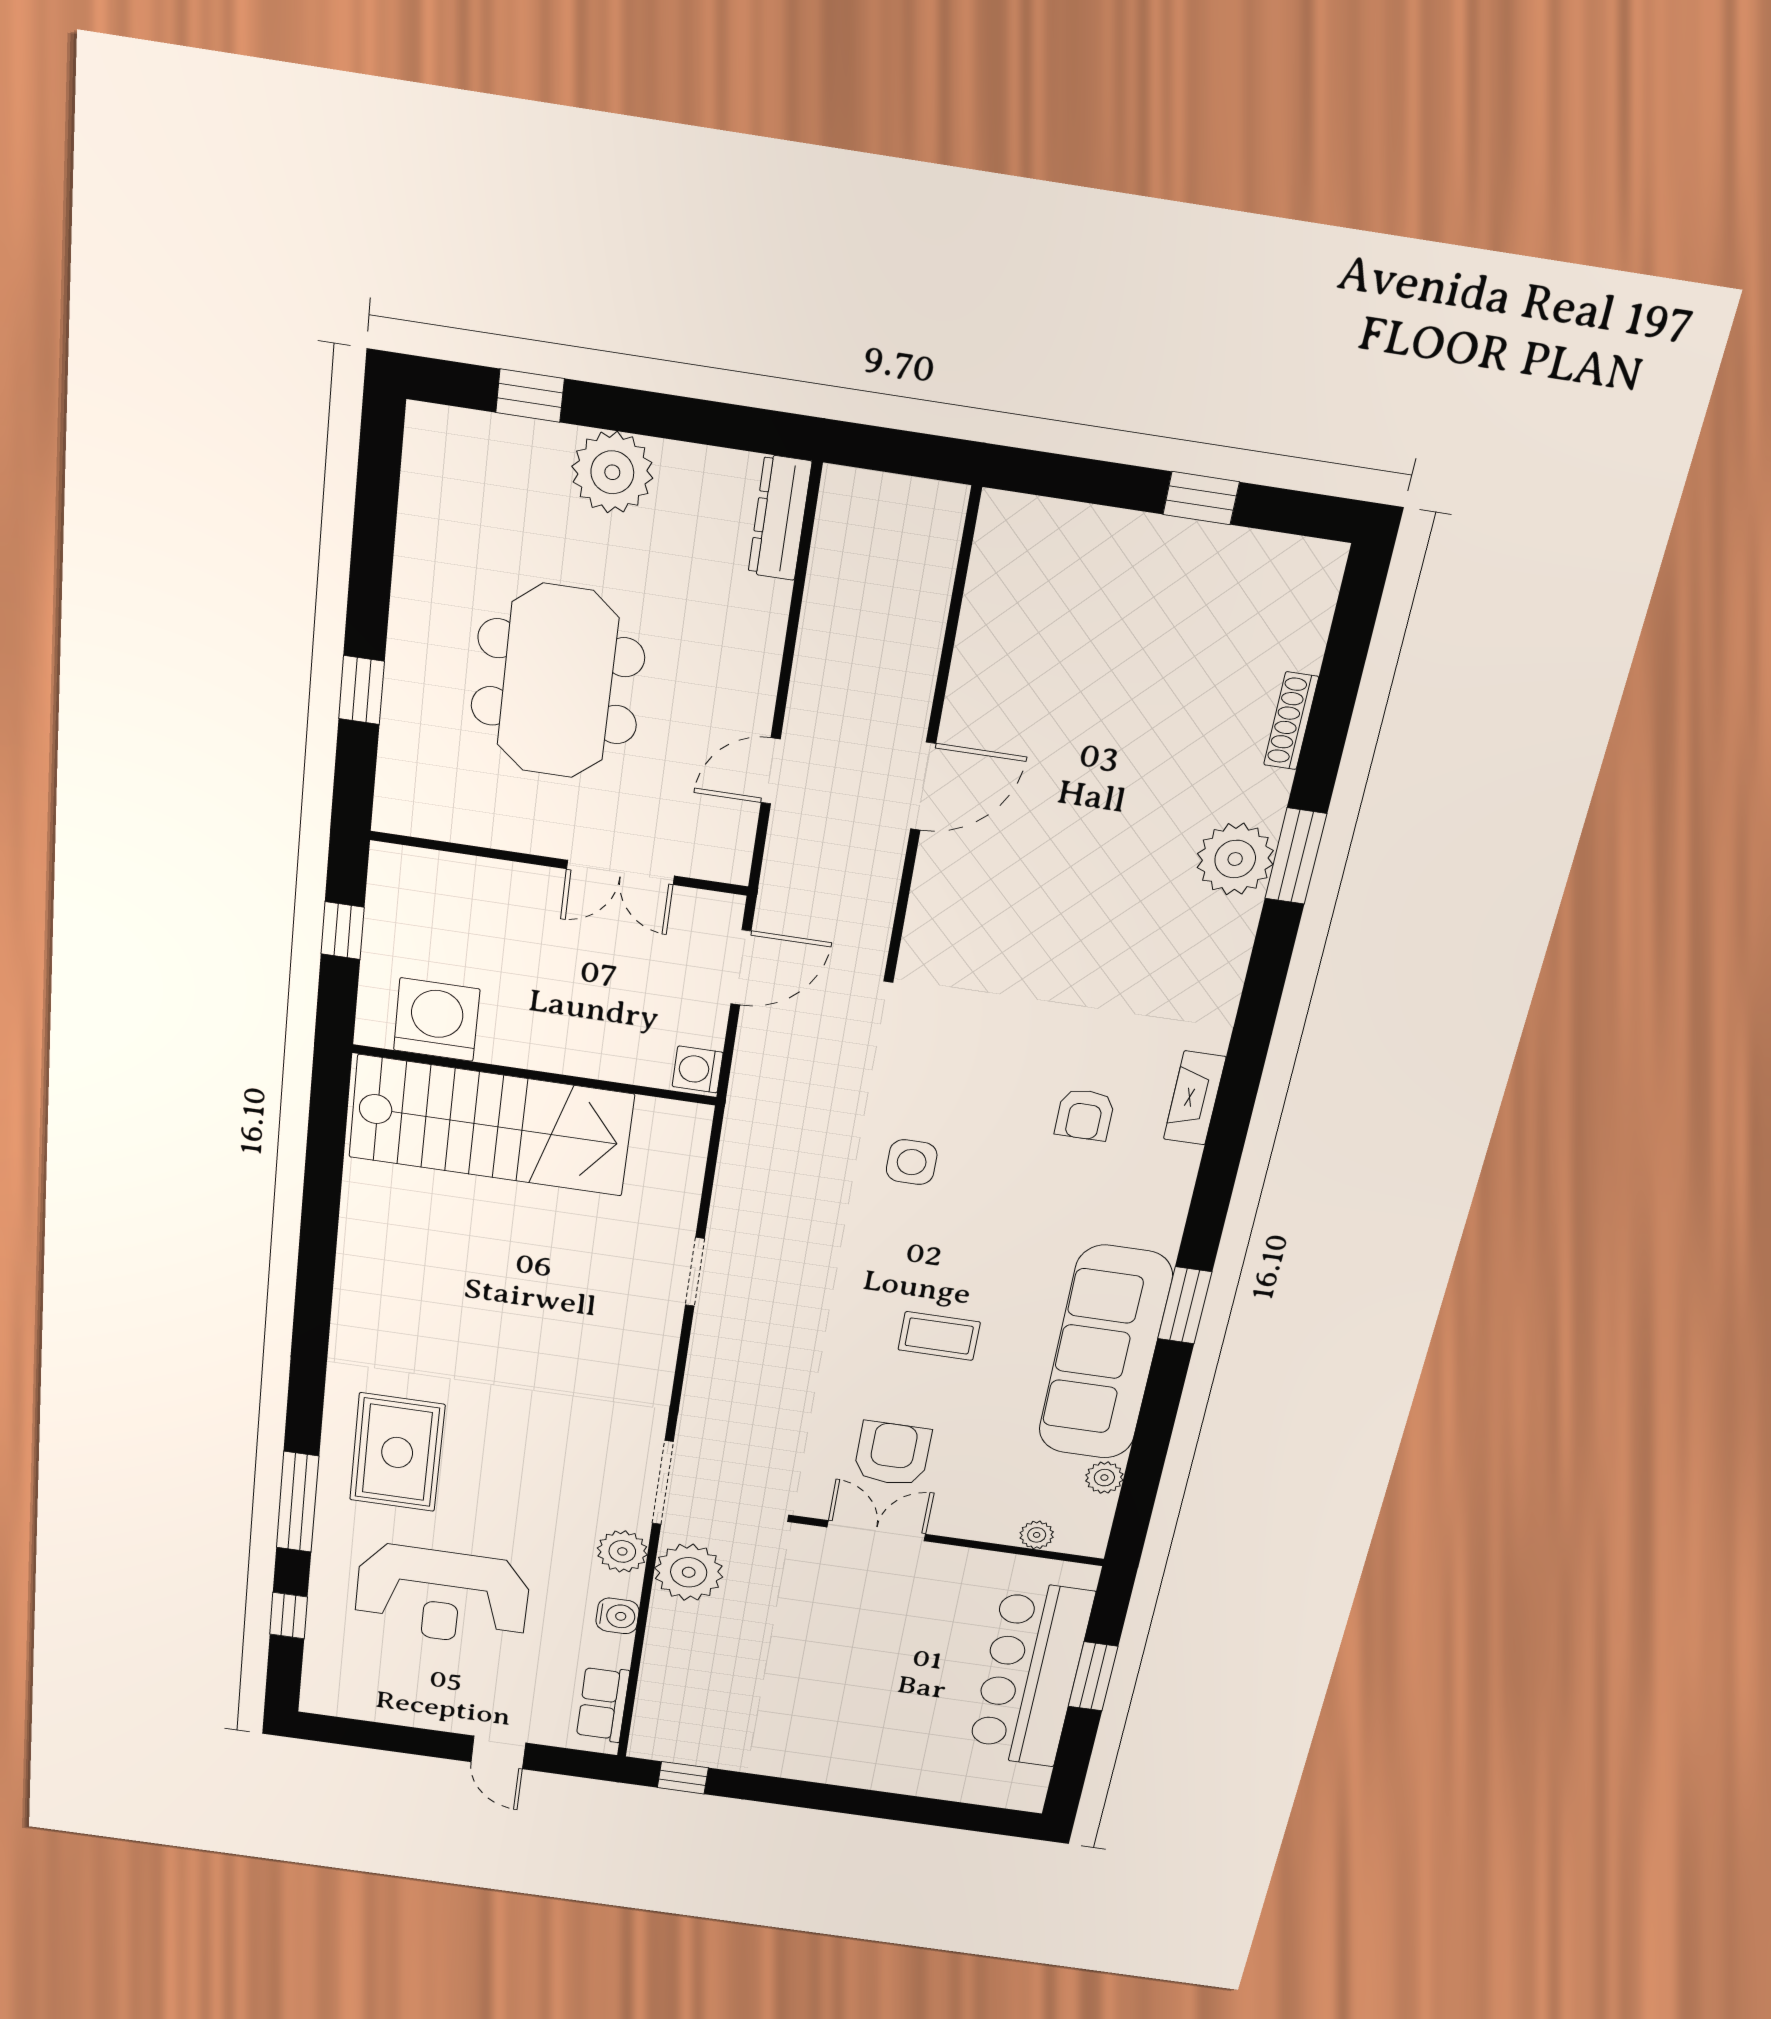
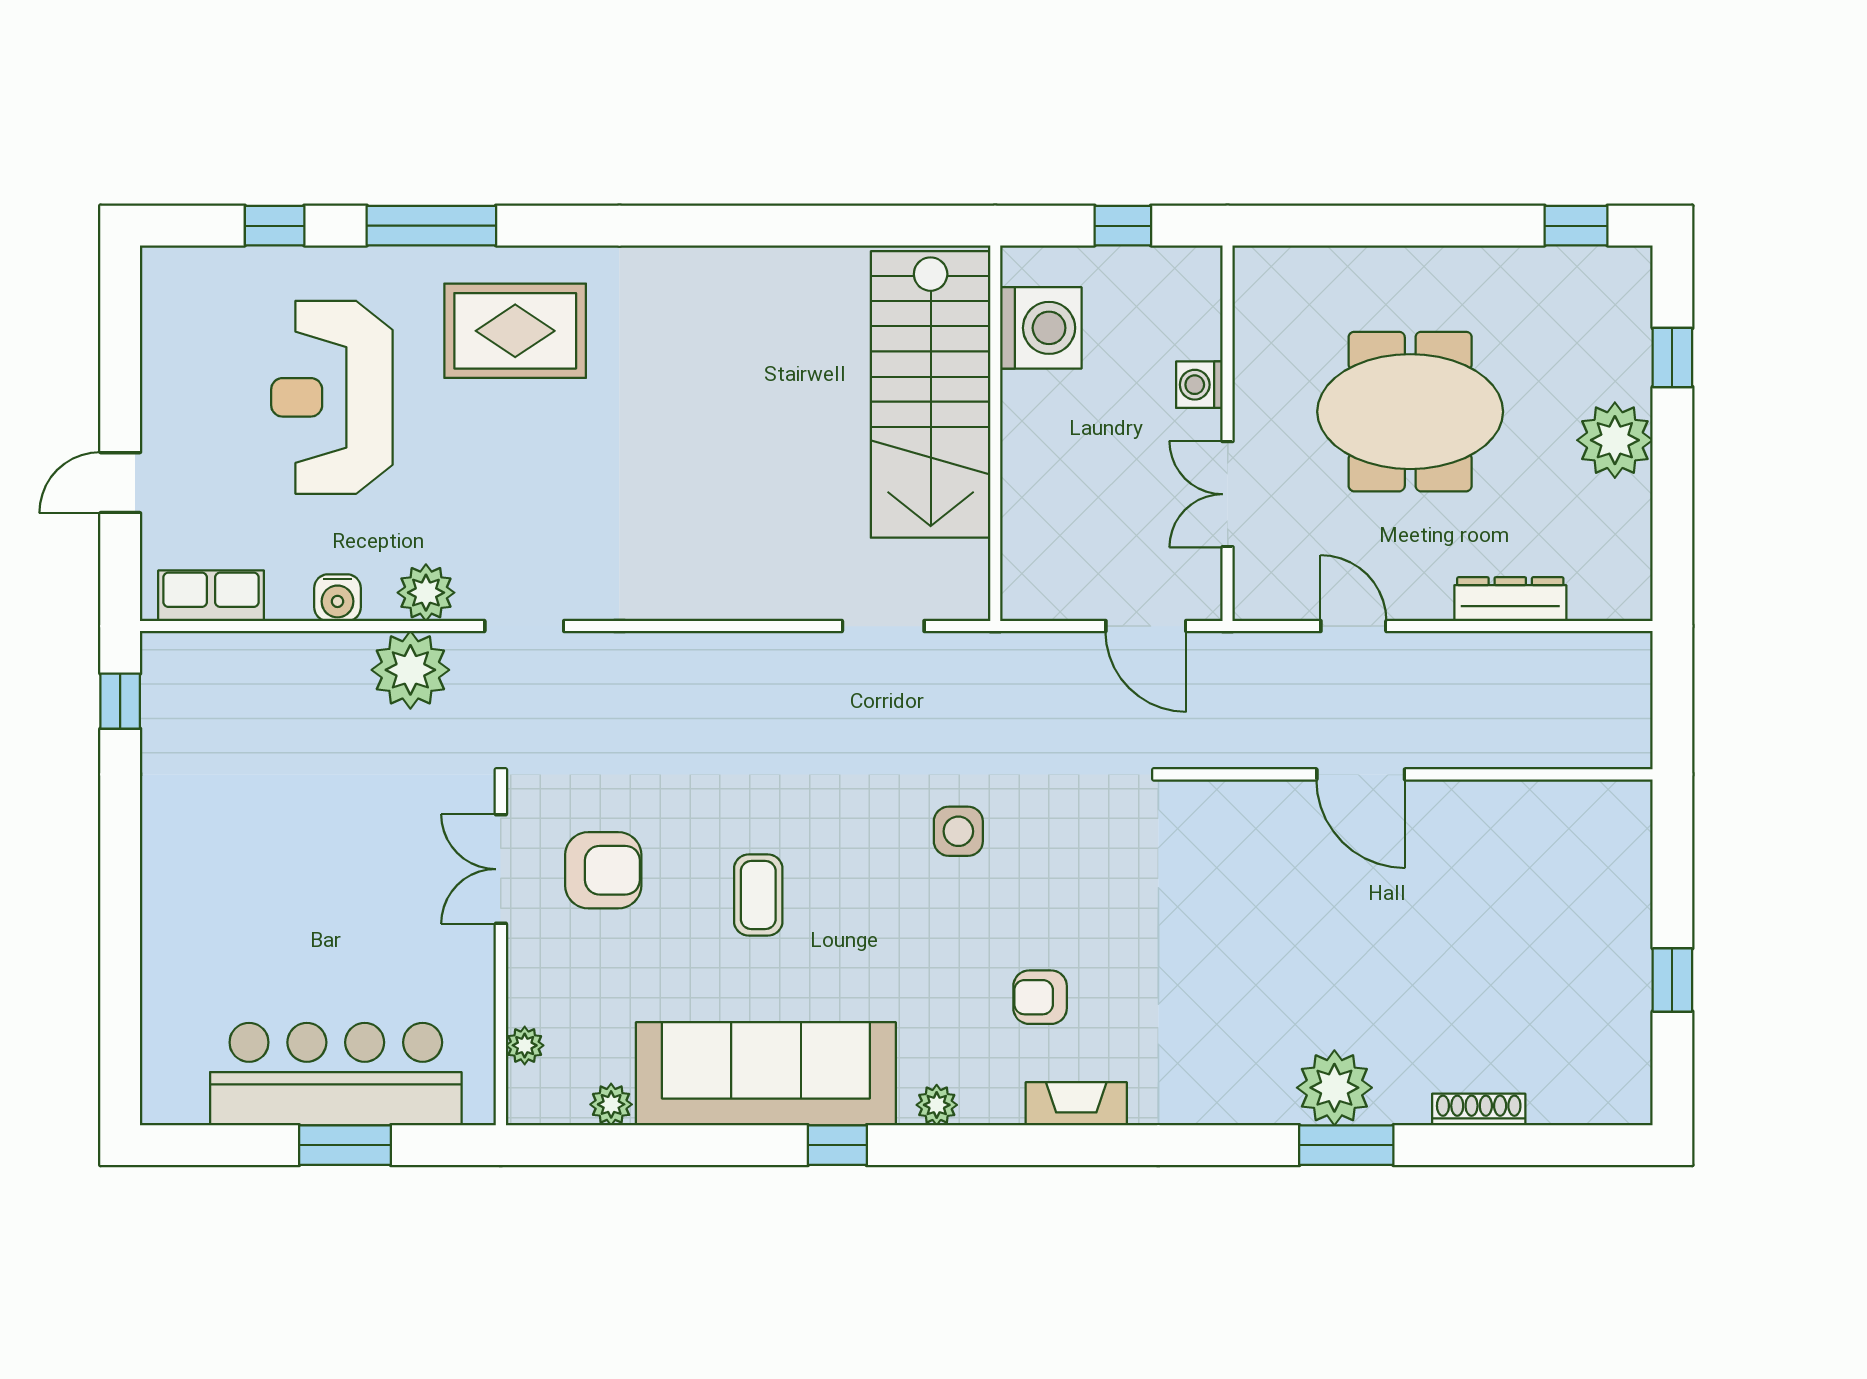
dresser: (780, 518) -> (1510, 599), moved
window: (362, 690) -> (1576, 226), moved
washing machine: (698, 1069) -> (1199, 385), moved, turned -90
plant: (1167, 1218) -> (937, 1105), added
doorway: (695, 1272) -> (883, 626), moved
window: (1185, 1305) -> (837, 1145), width x0.67
doorway: (663, 1483) -> (524, 626), width x0.73
double door: (876, 1531) -> (501, 869), swing flipped

